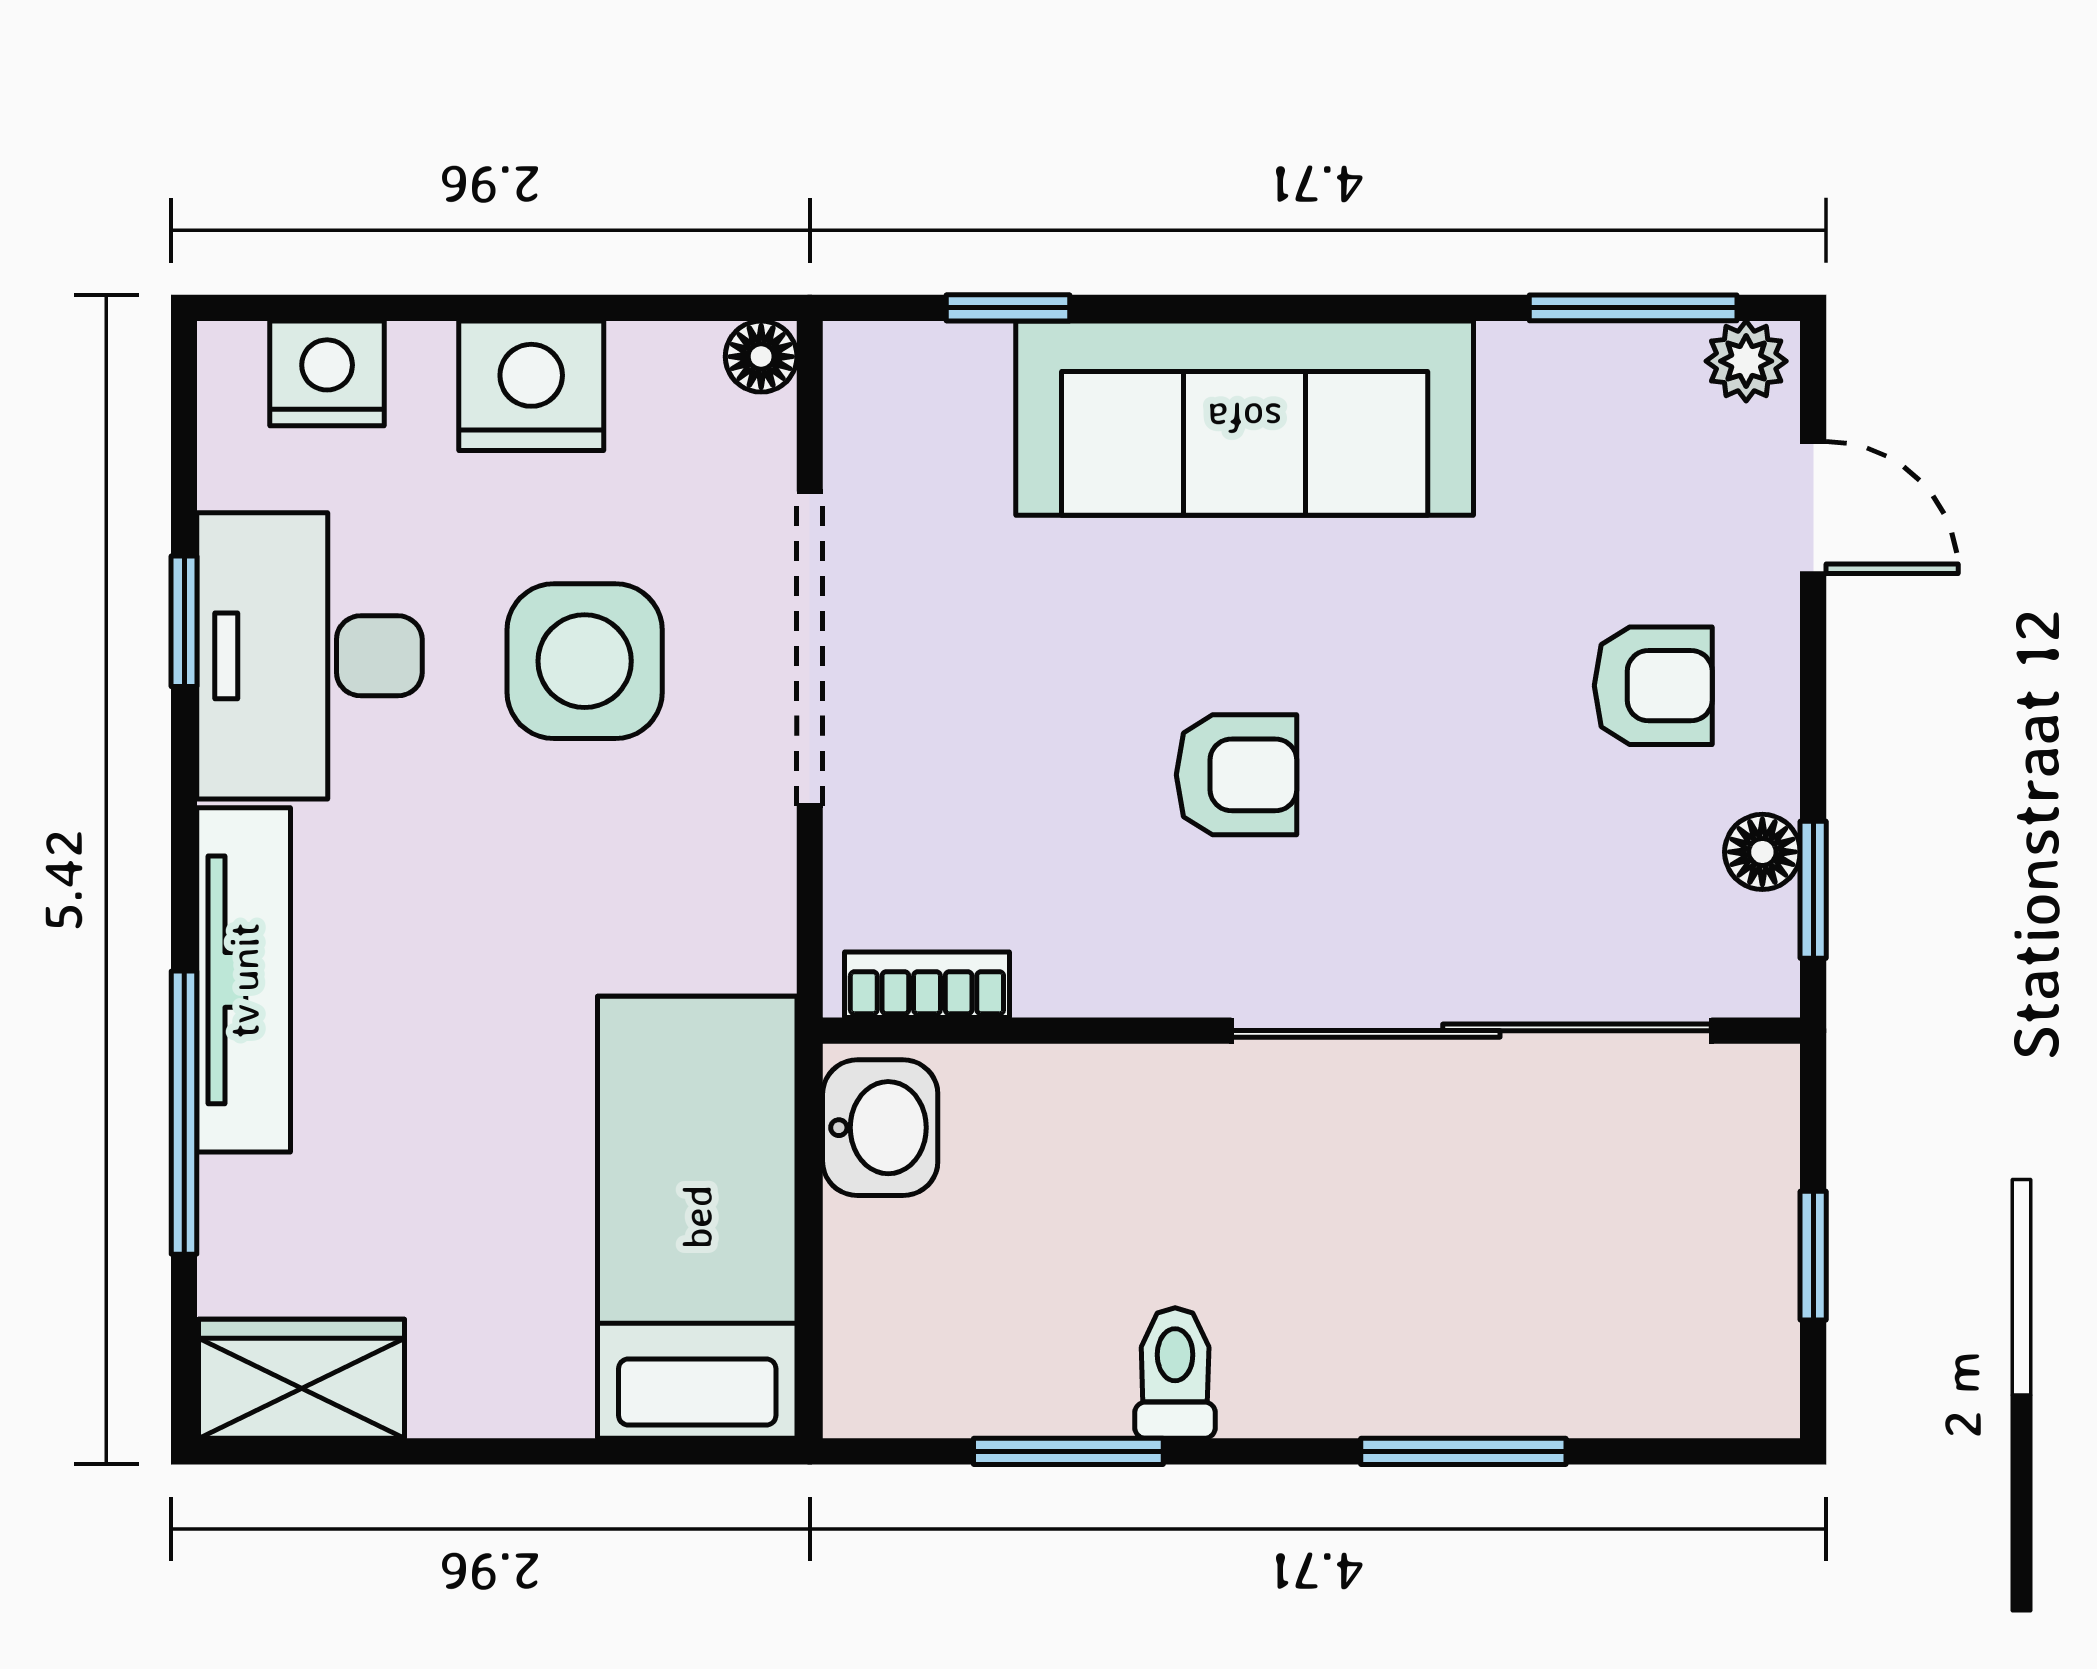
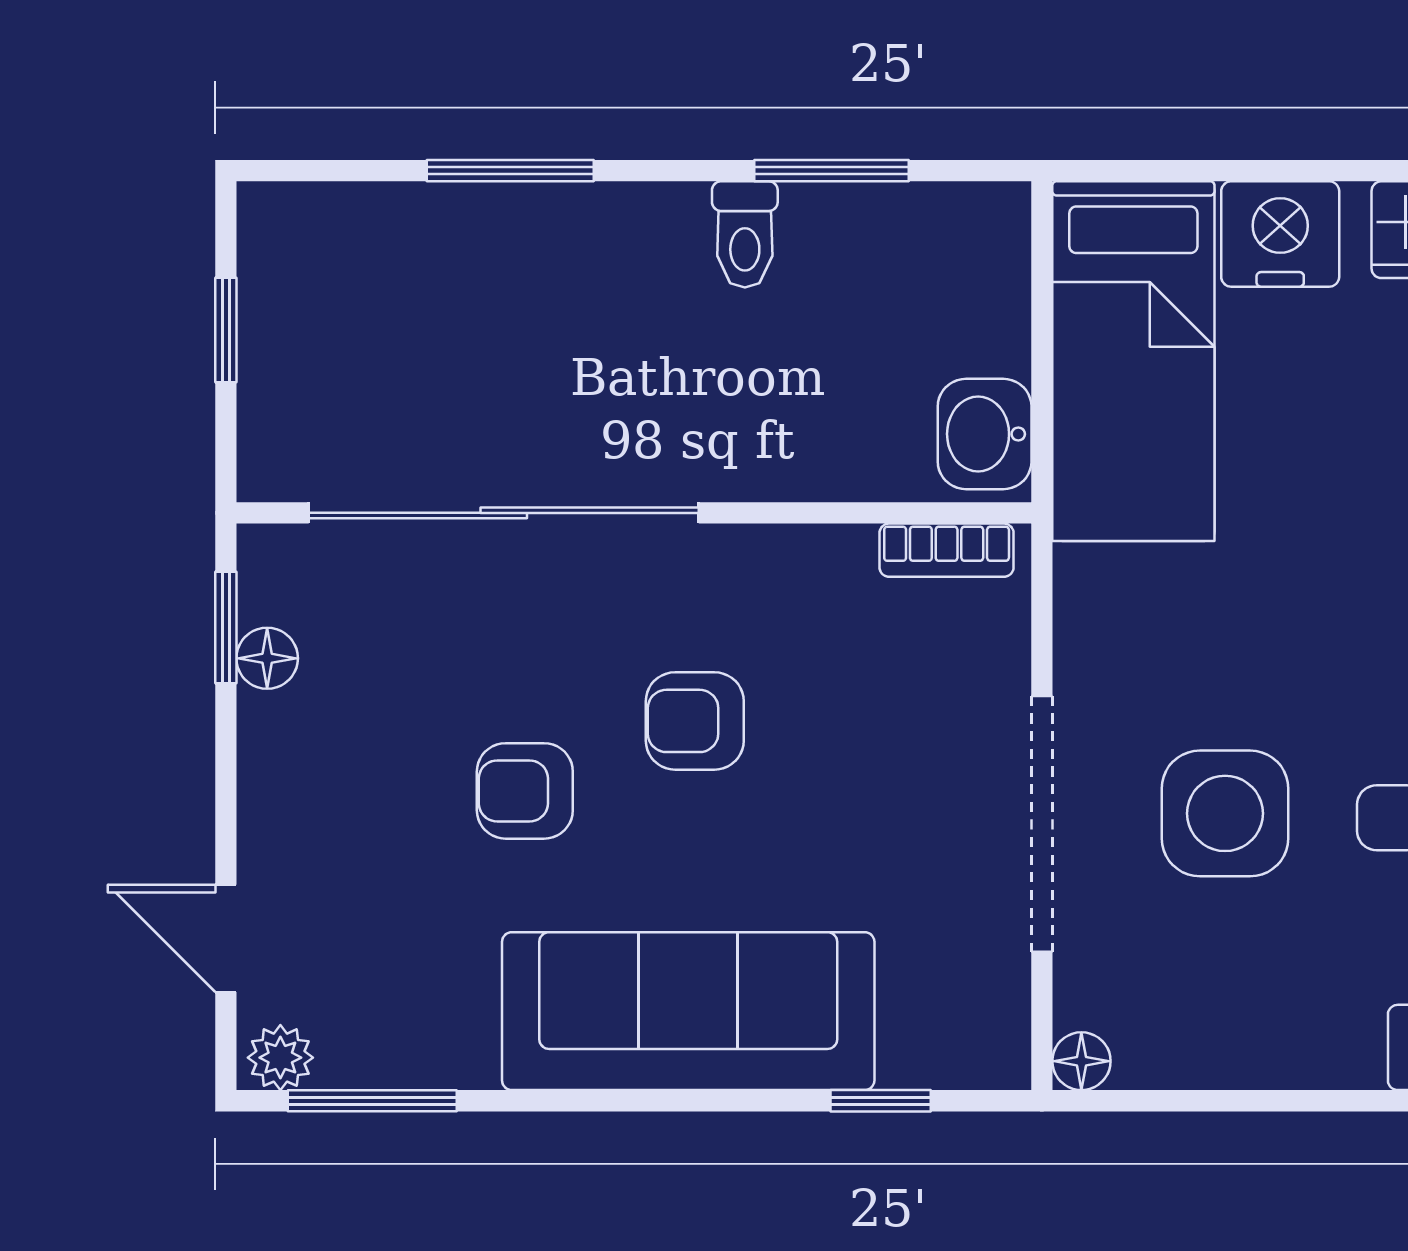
nightstand: (531, 386) -> (1280, 234), moved, turned 180
armchair: (1653, 686) -> (525, 791), moved

